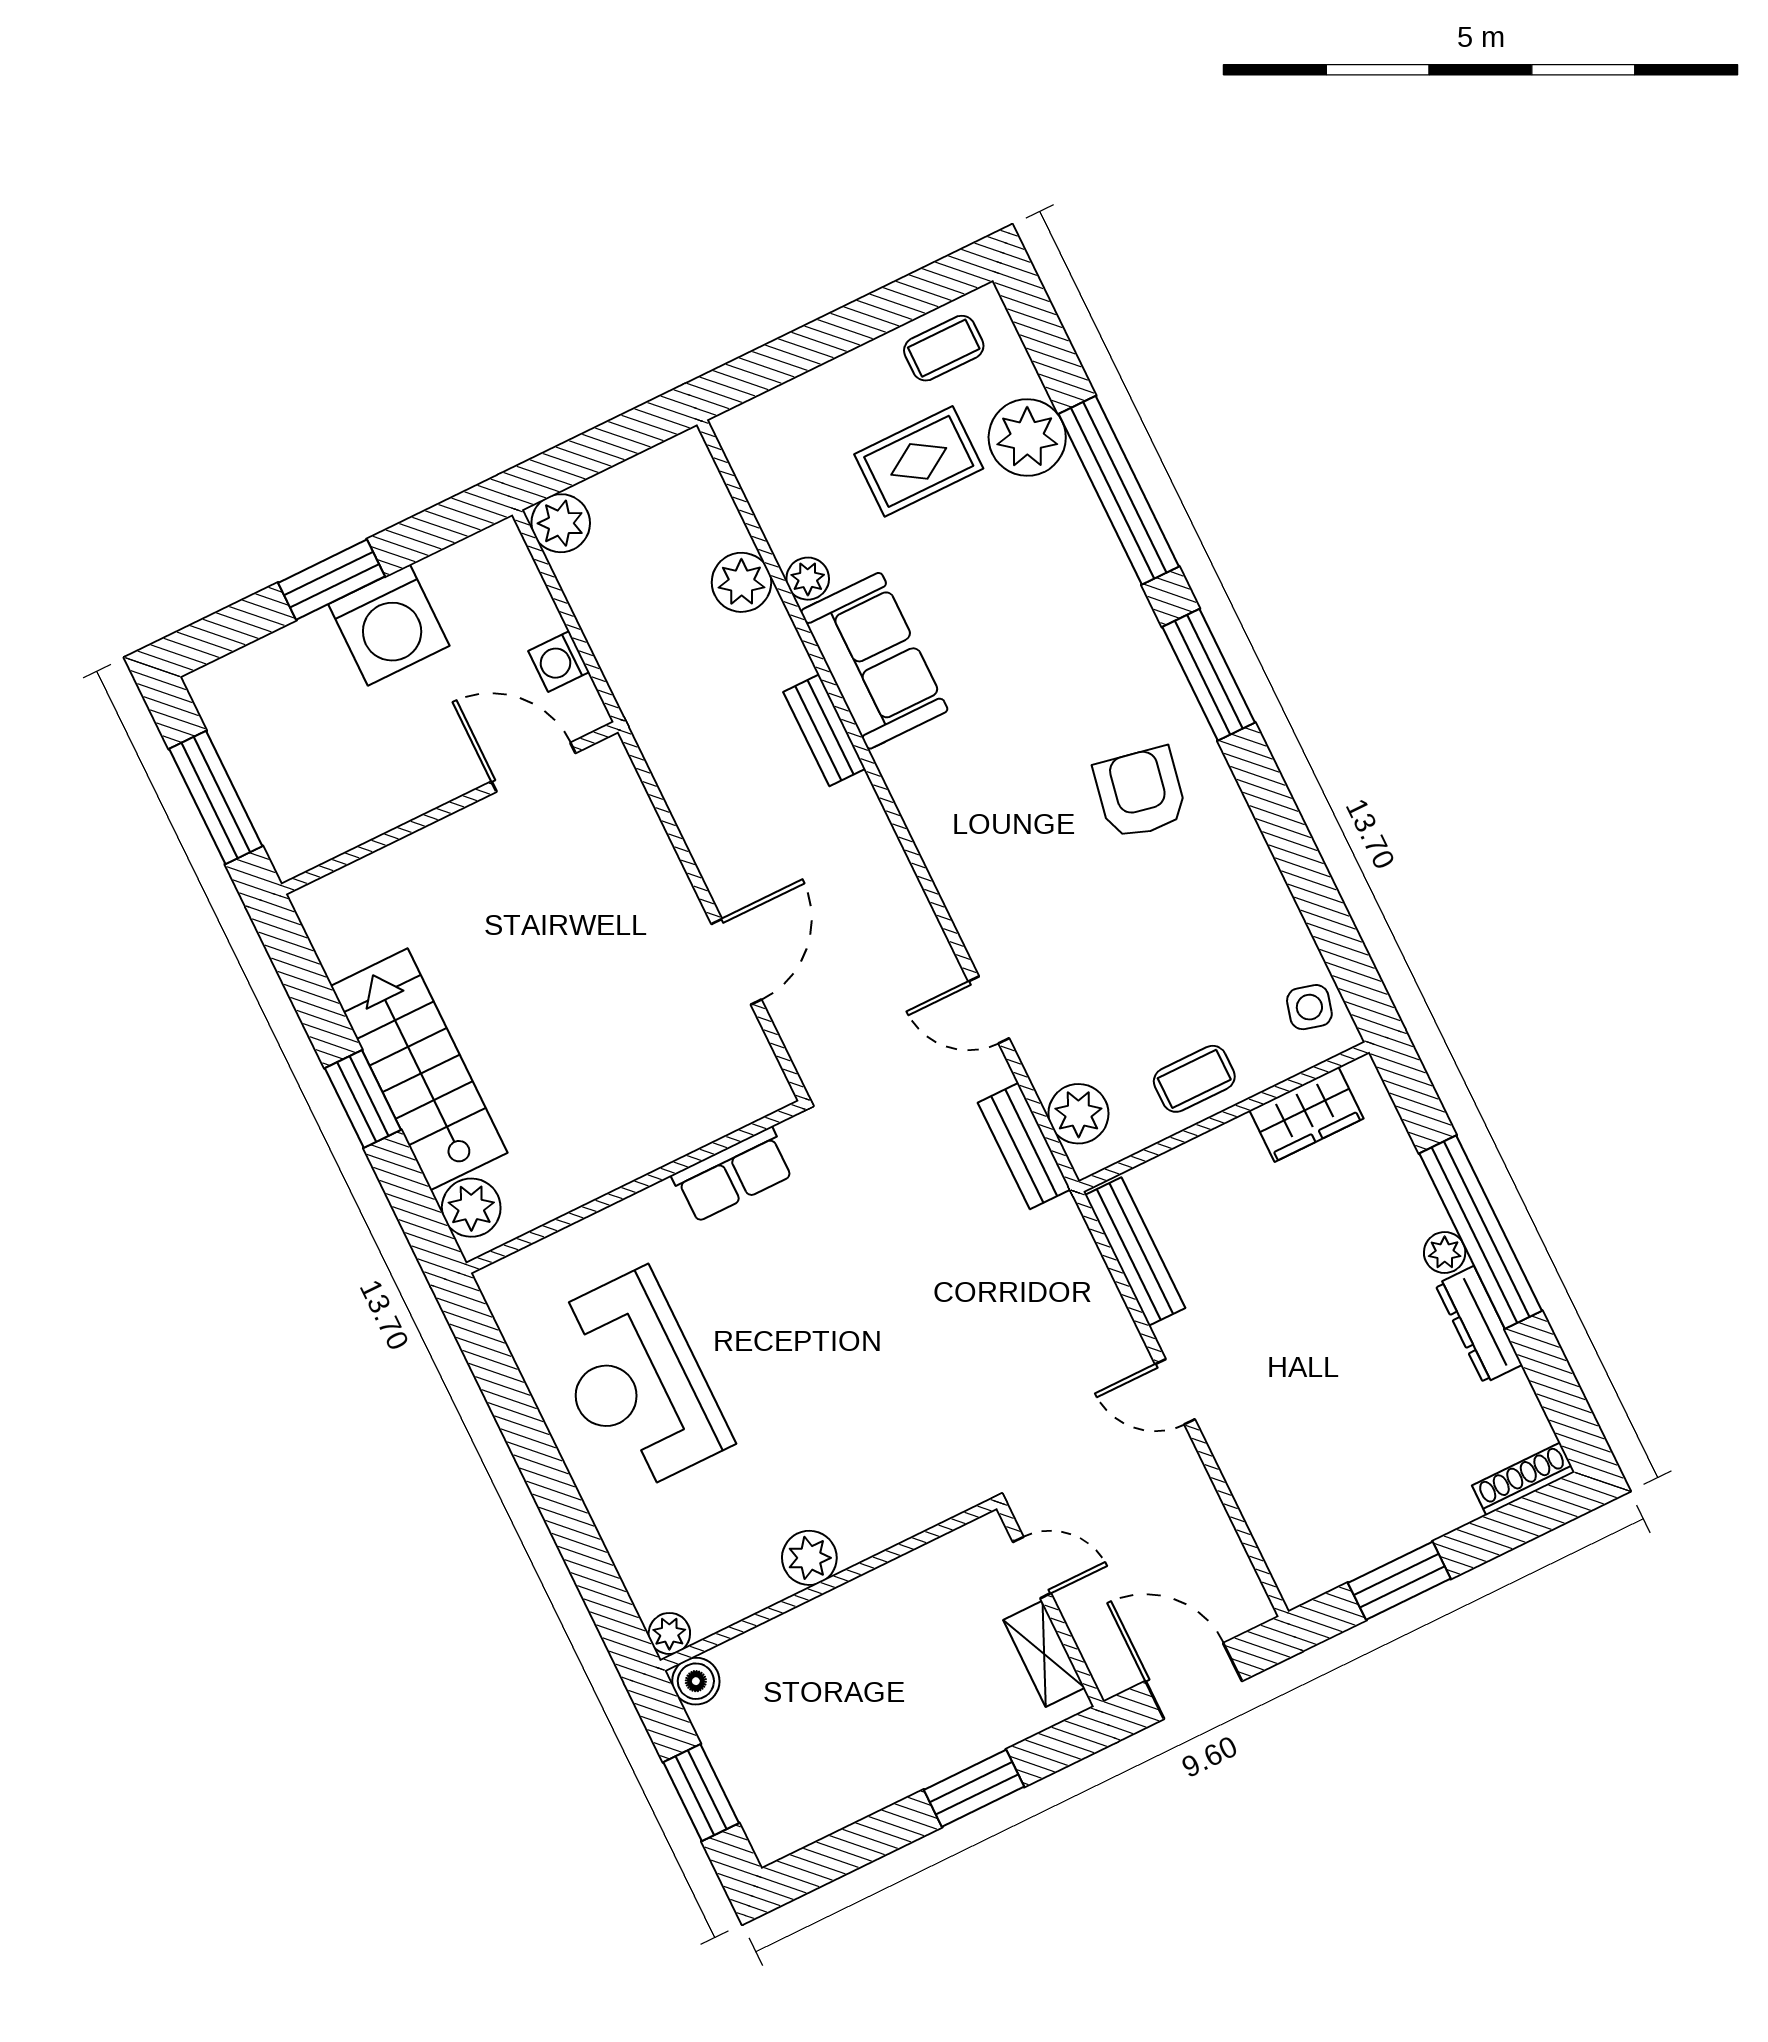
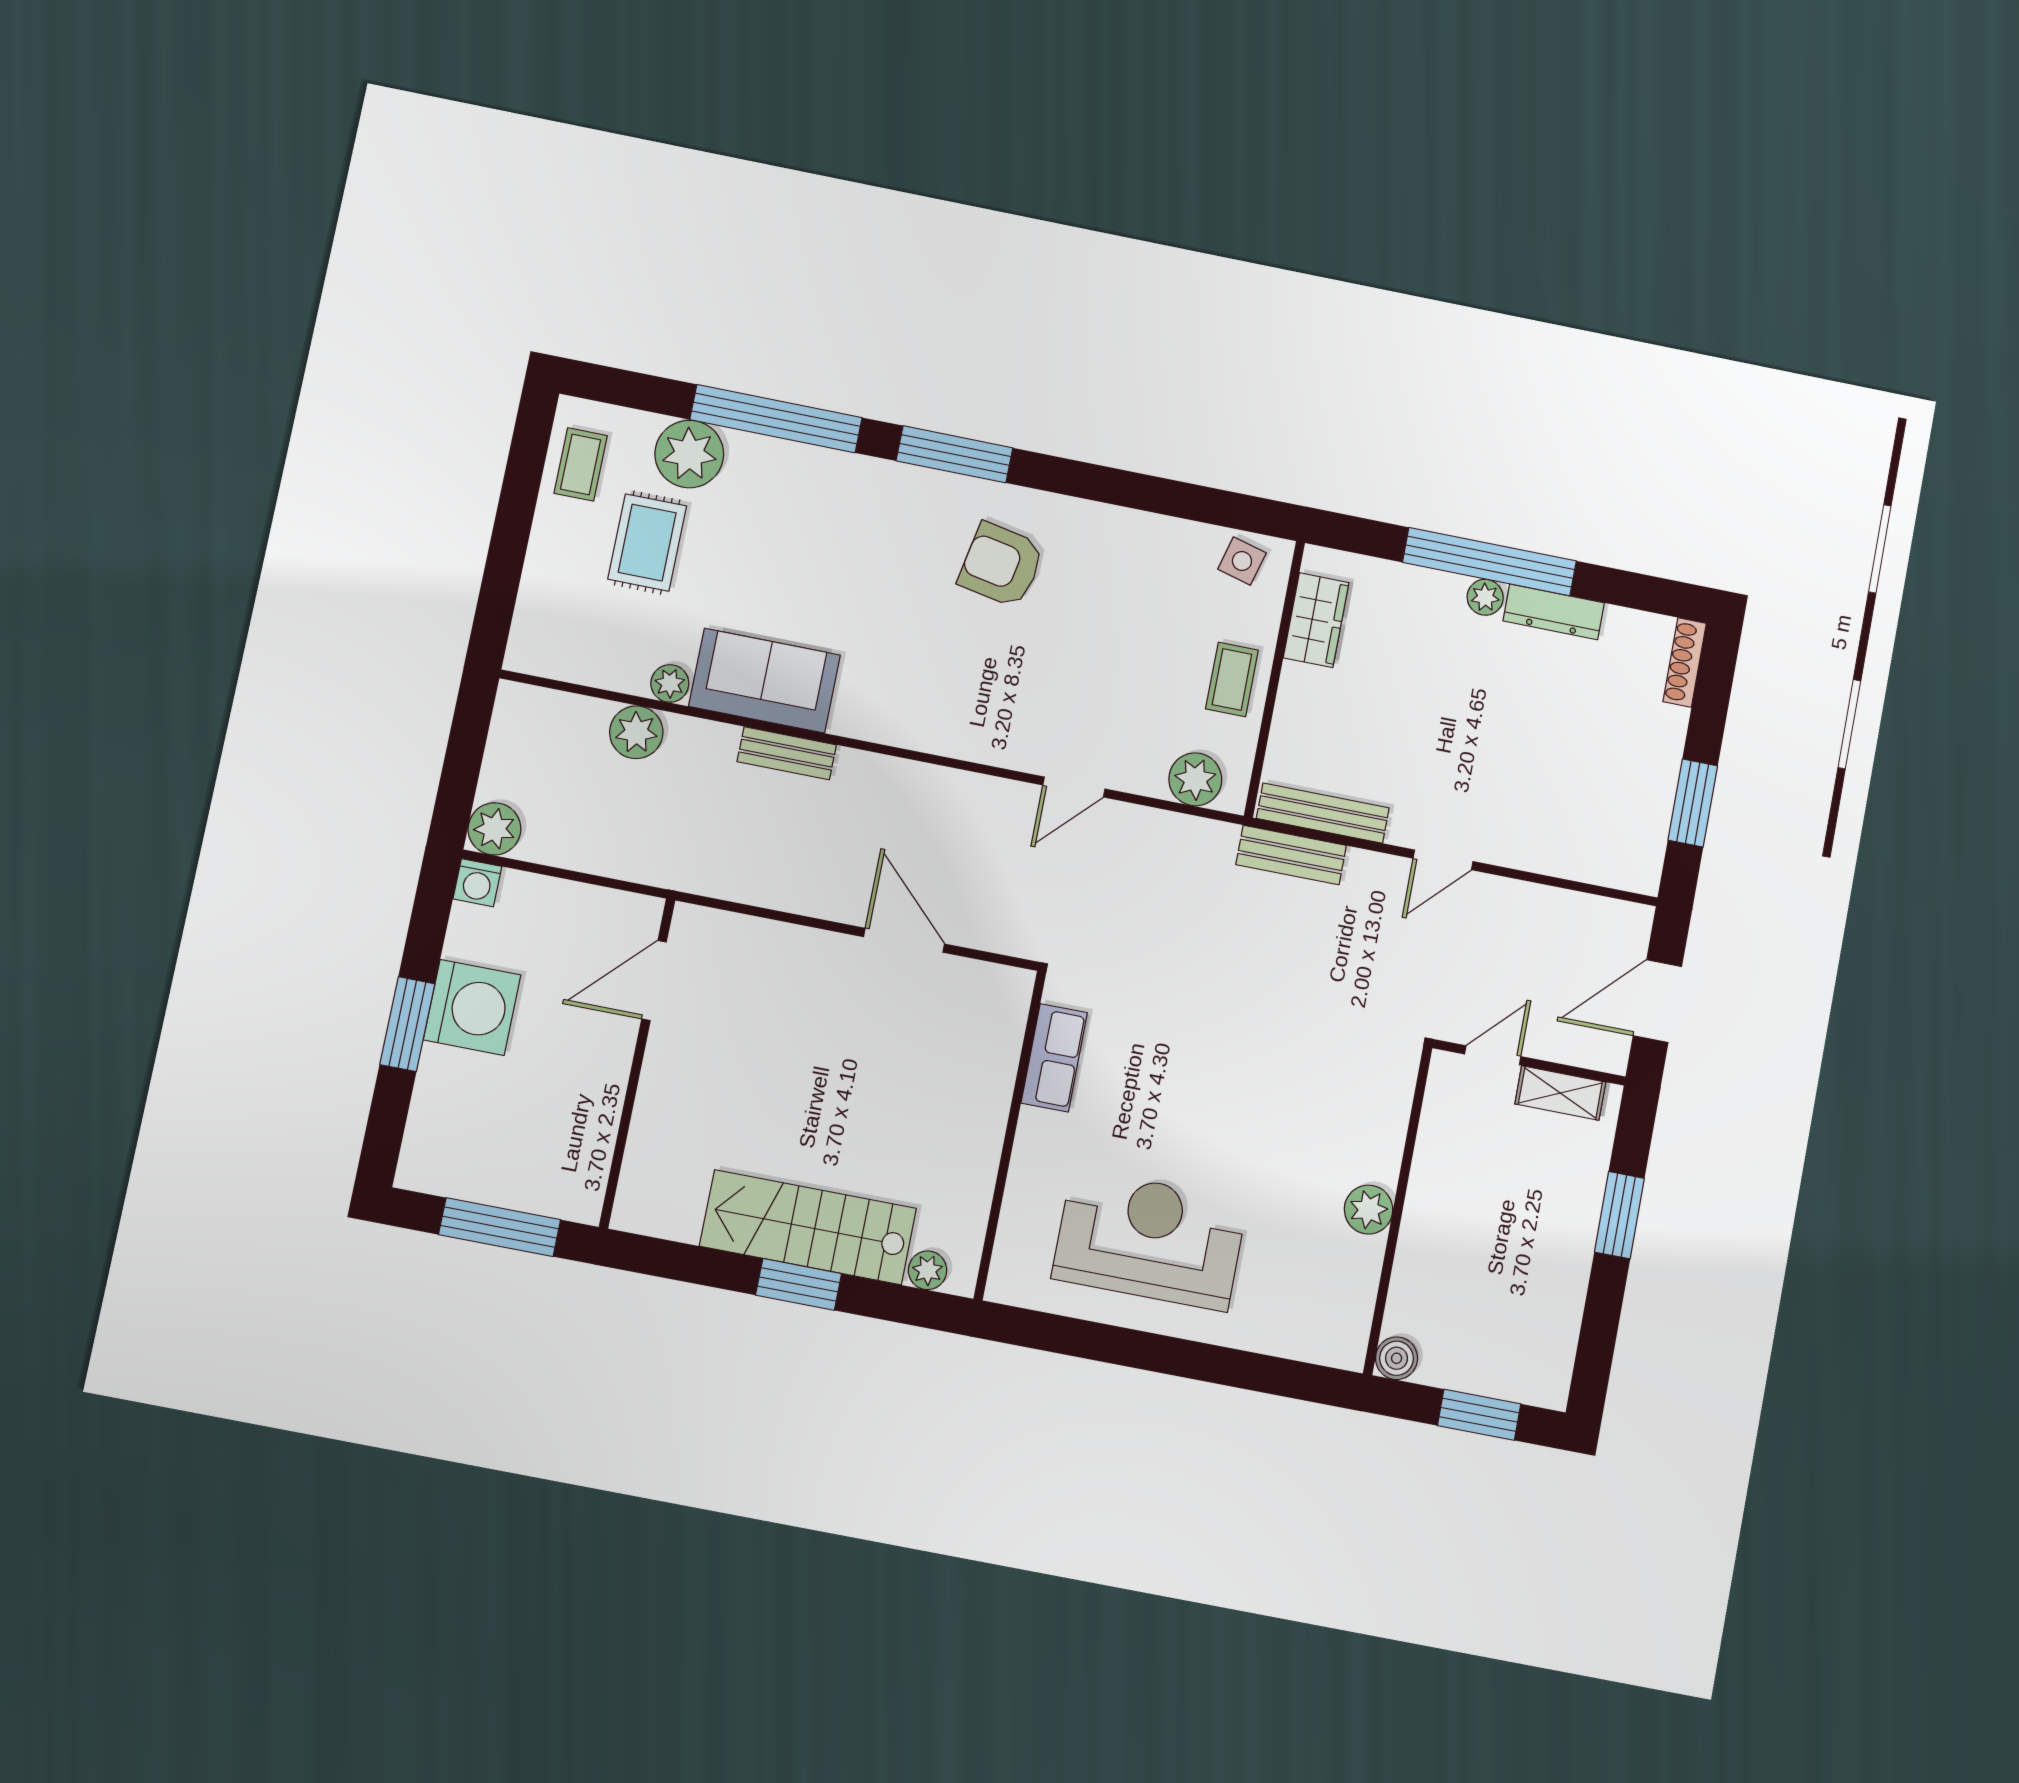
washing machine: (559, 661) -> (477, 883), moved
bench: (1024, 1146) -> (1291, 855), moved
plant: (471, 1208) -> (928, 1270), width x0.73, depth x0.73
reception desk: (636, 1381) -> (1150, 1240), turned 180
plant: (669, 1633) -> (1348, 1352), removed

